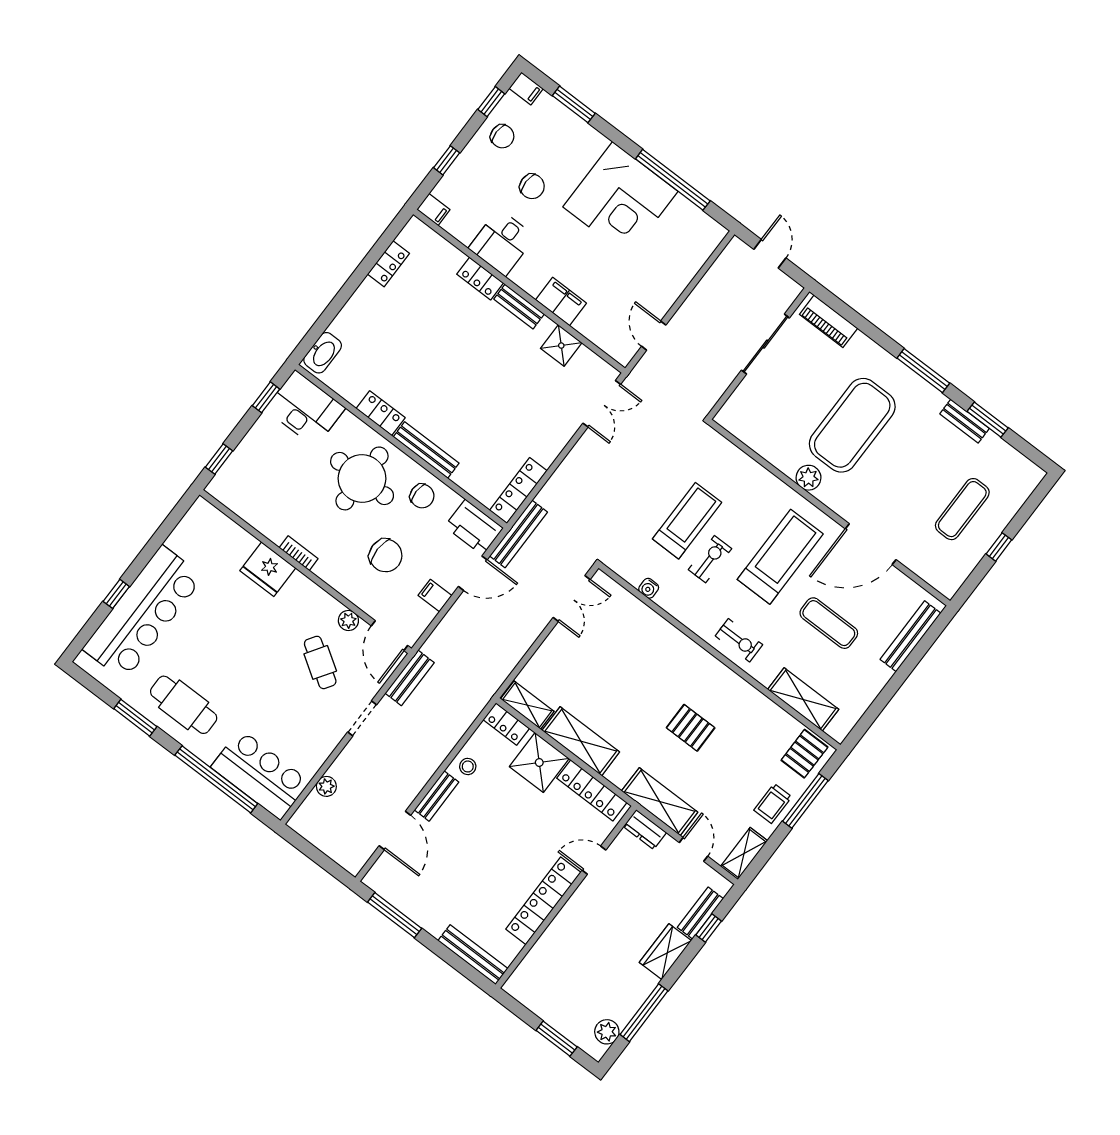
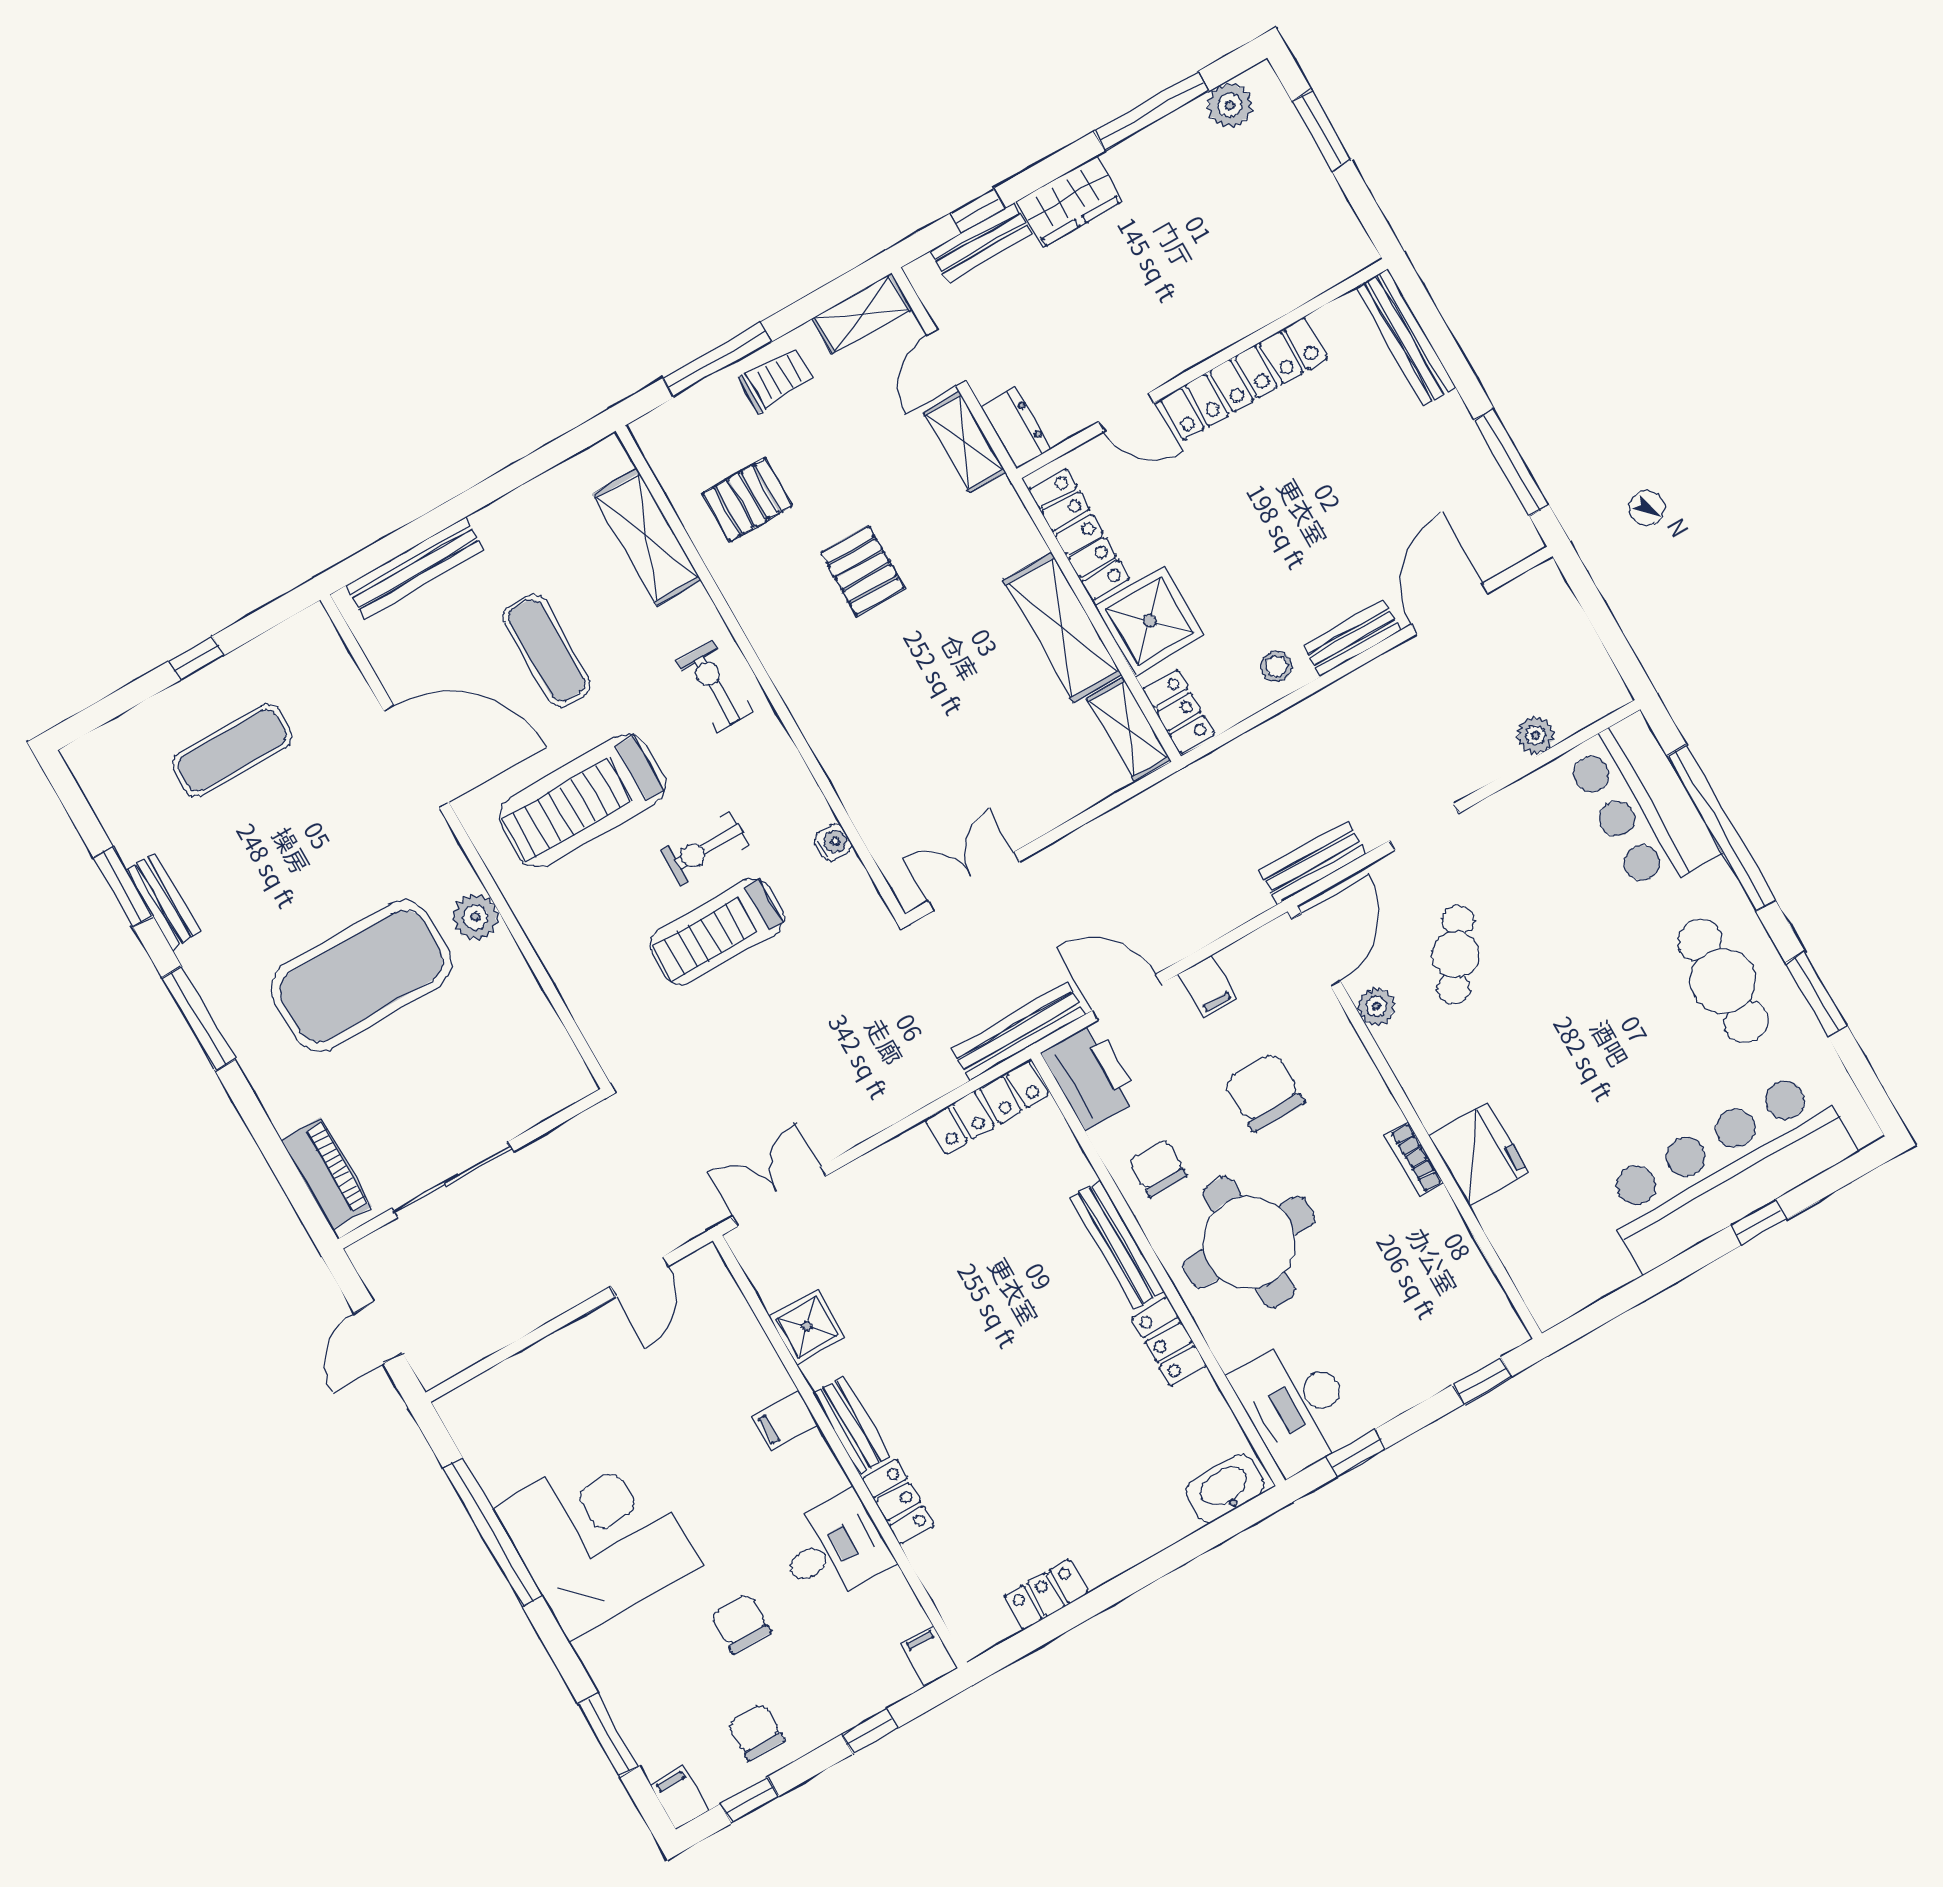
filing cabinet: (561, 302) -> (785, 1420), width x0.50
pallet: (804, 754) -> (747, 499), moved
shelving: (660, 802) -> (965, 442), width x0.67, depth x0.75

